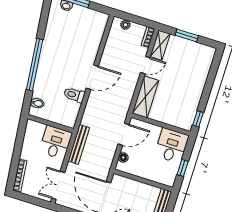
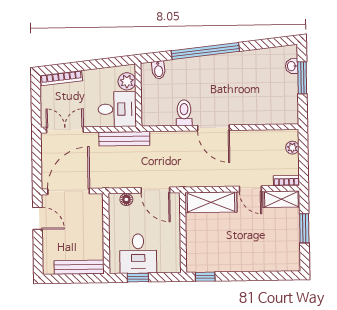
plant: (38, 129) -> (127, 81), added
desk: (172, 146) -> (138, 254), moved, turned 90

